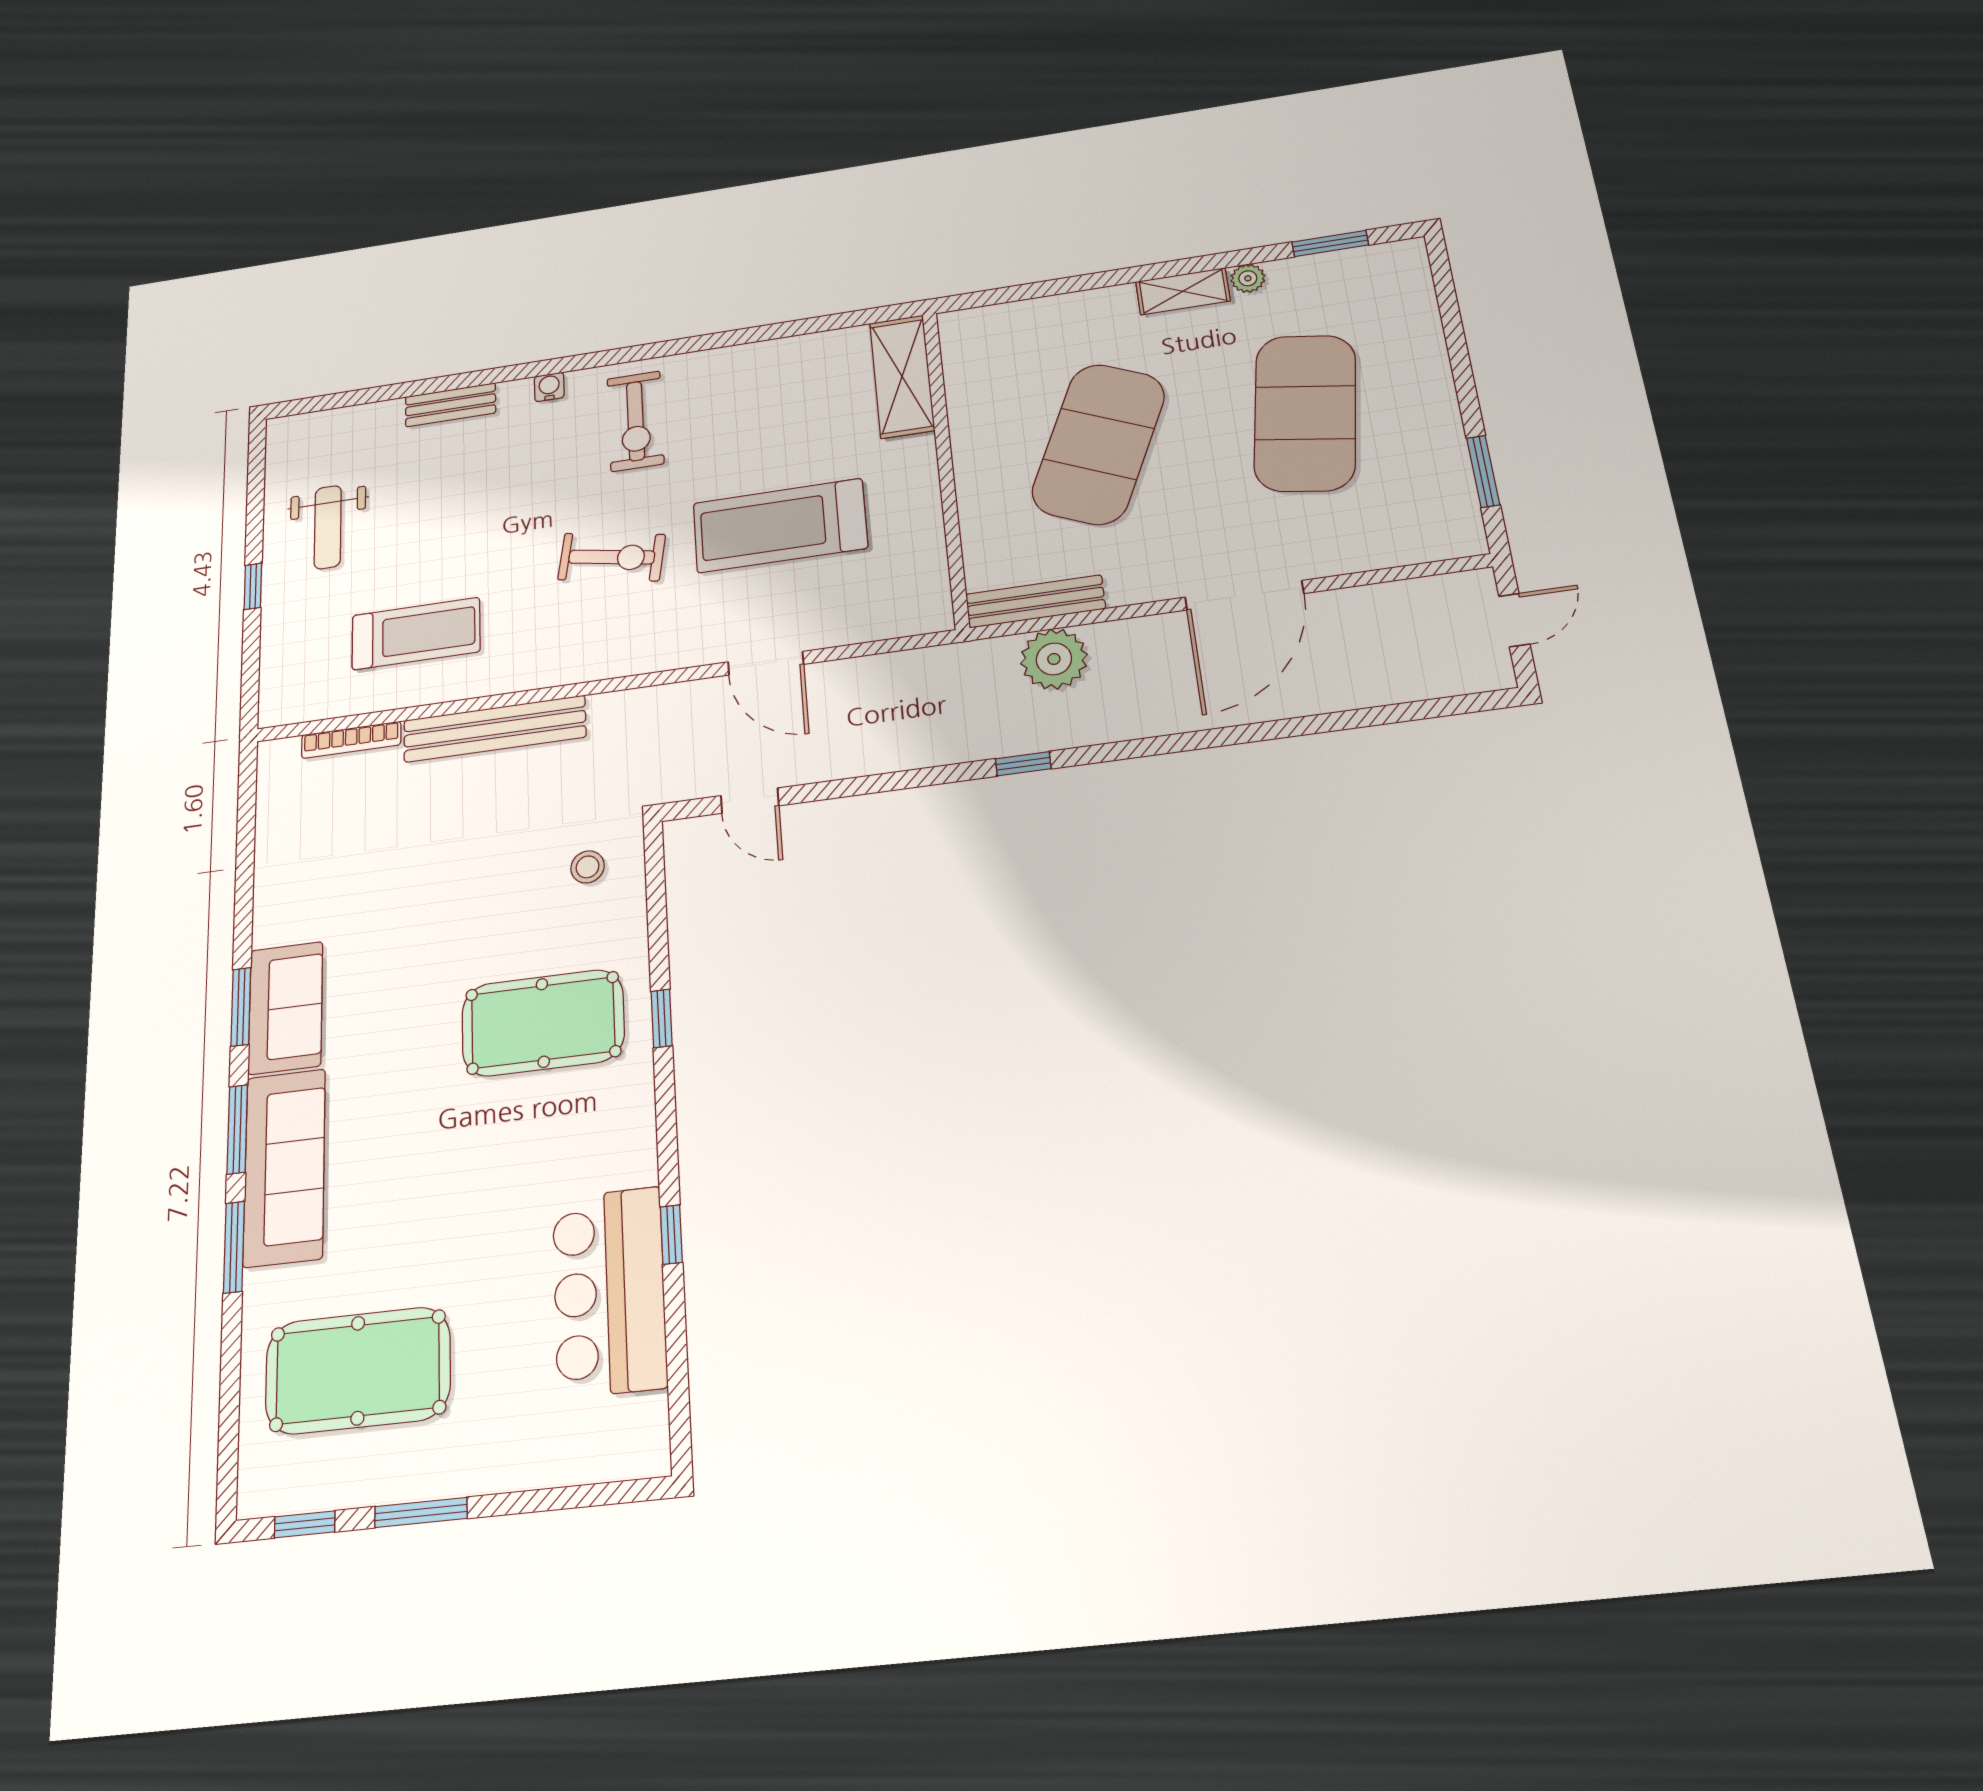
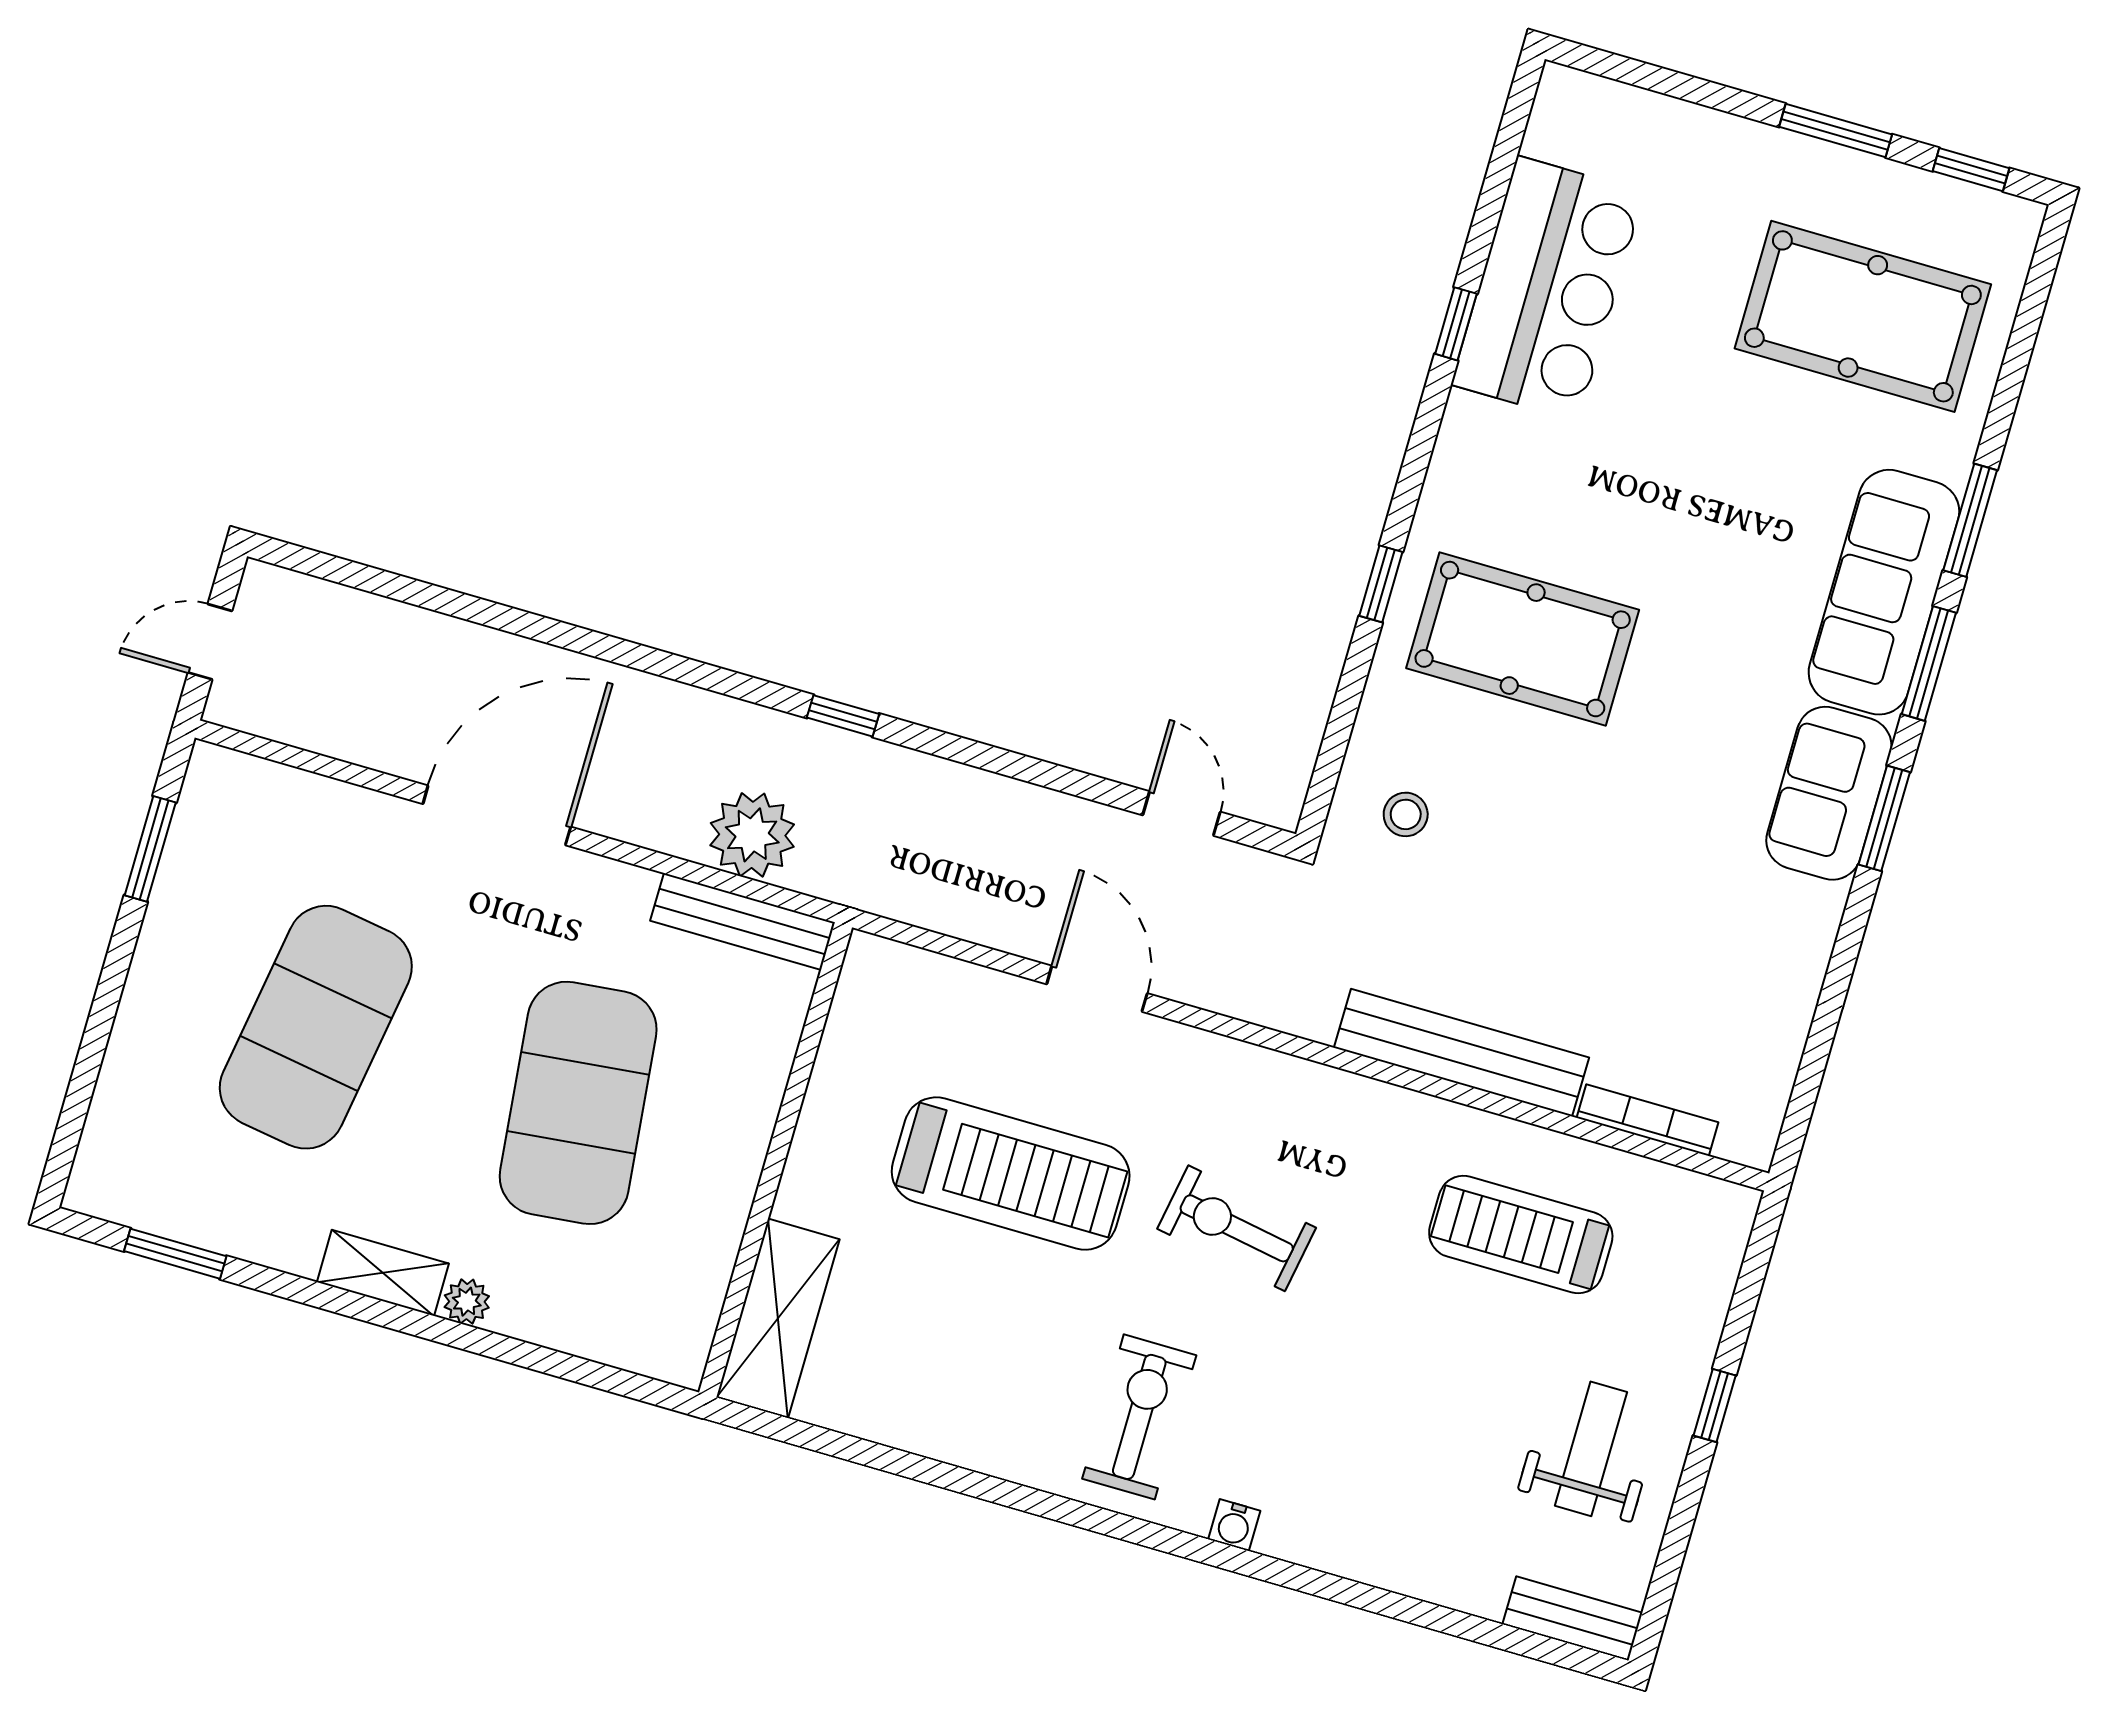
plant: (1248, 278) -> (467, 1302), moved
bench: (450, 405) -> (1572, 1619), moved
exercise mat: (1098, 444) -> (578, 1103), turned -30

